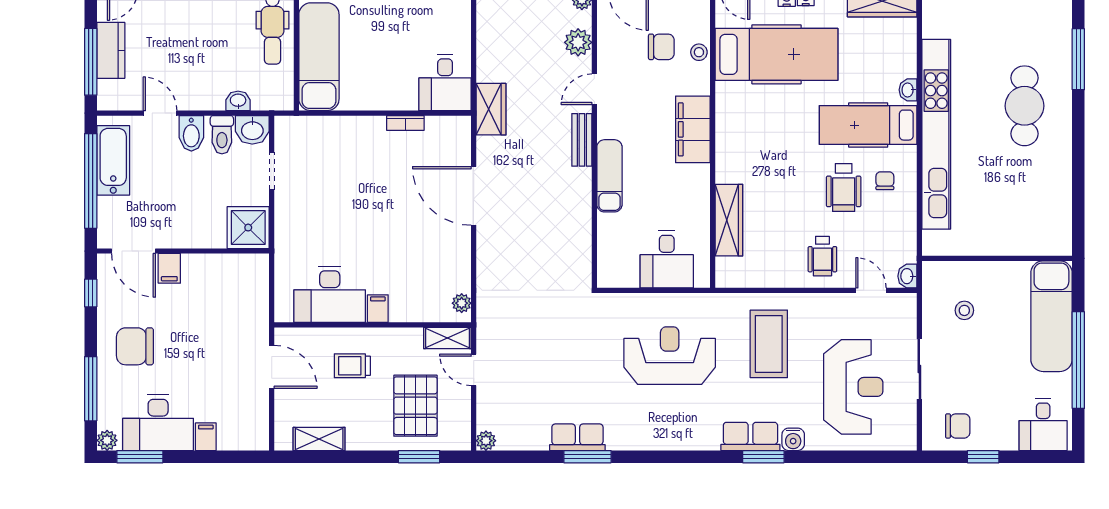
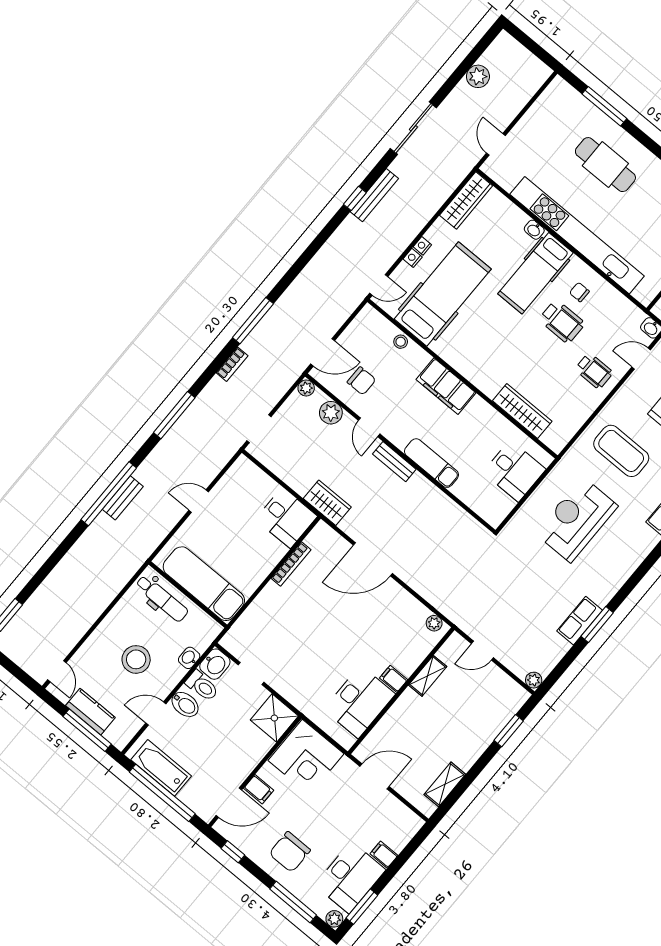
chair: (661, 47) -> (361, 381), moved, turned 90
stool: (195, 52) -> (136, 659), added
bookcase: (405, 123) -> (291, 564), width x1.56
corner desk: (236, 288) -> (306, 757), added
shelving: (447, 338) -> (428, 676), moved
trolley: (352, 366) -> (416, 725), removed
pallet: (415, 406) -> (475, 706), removed

